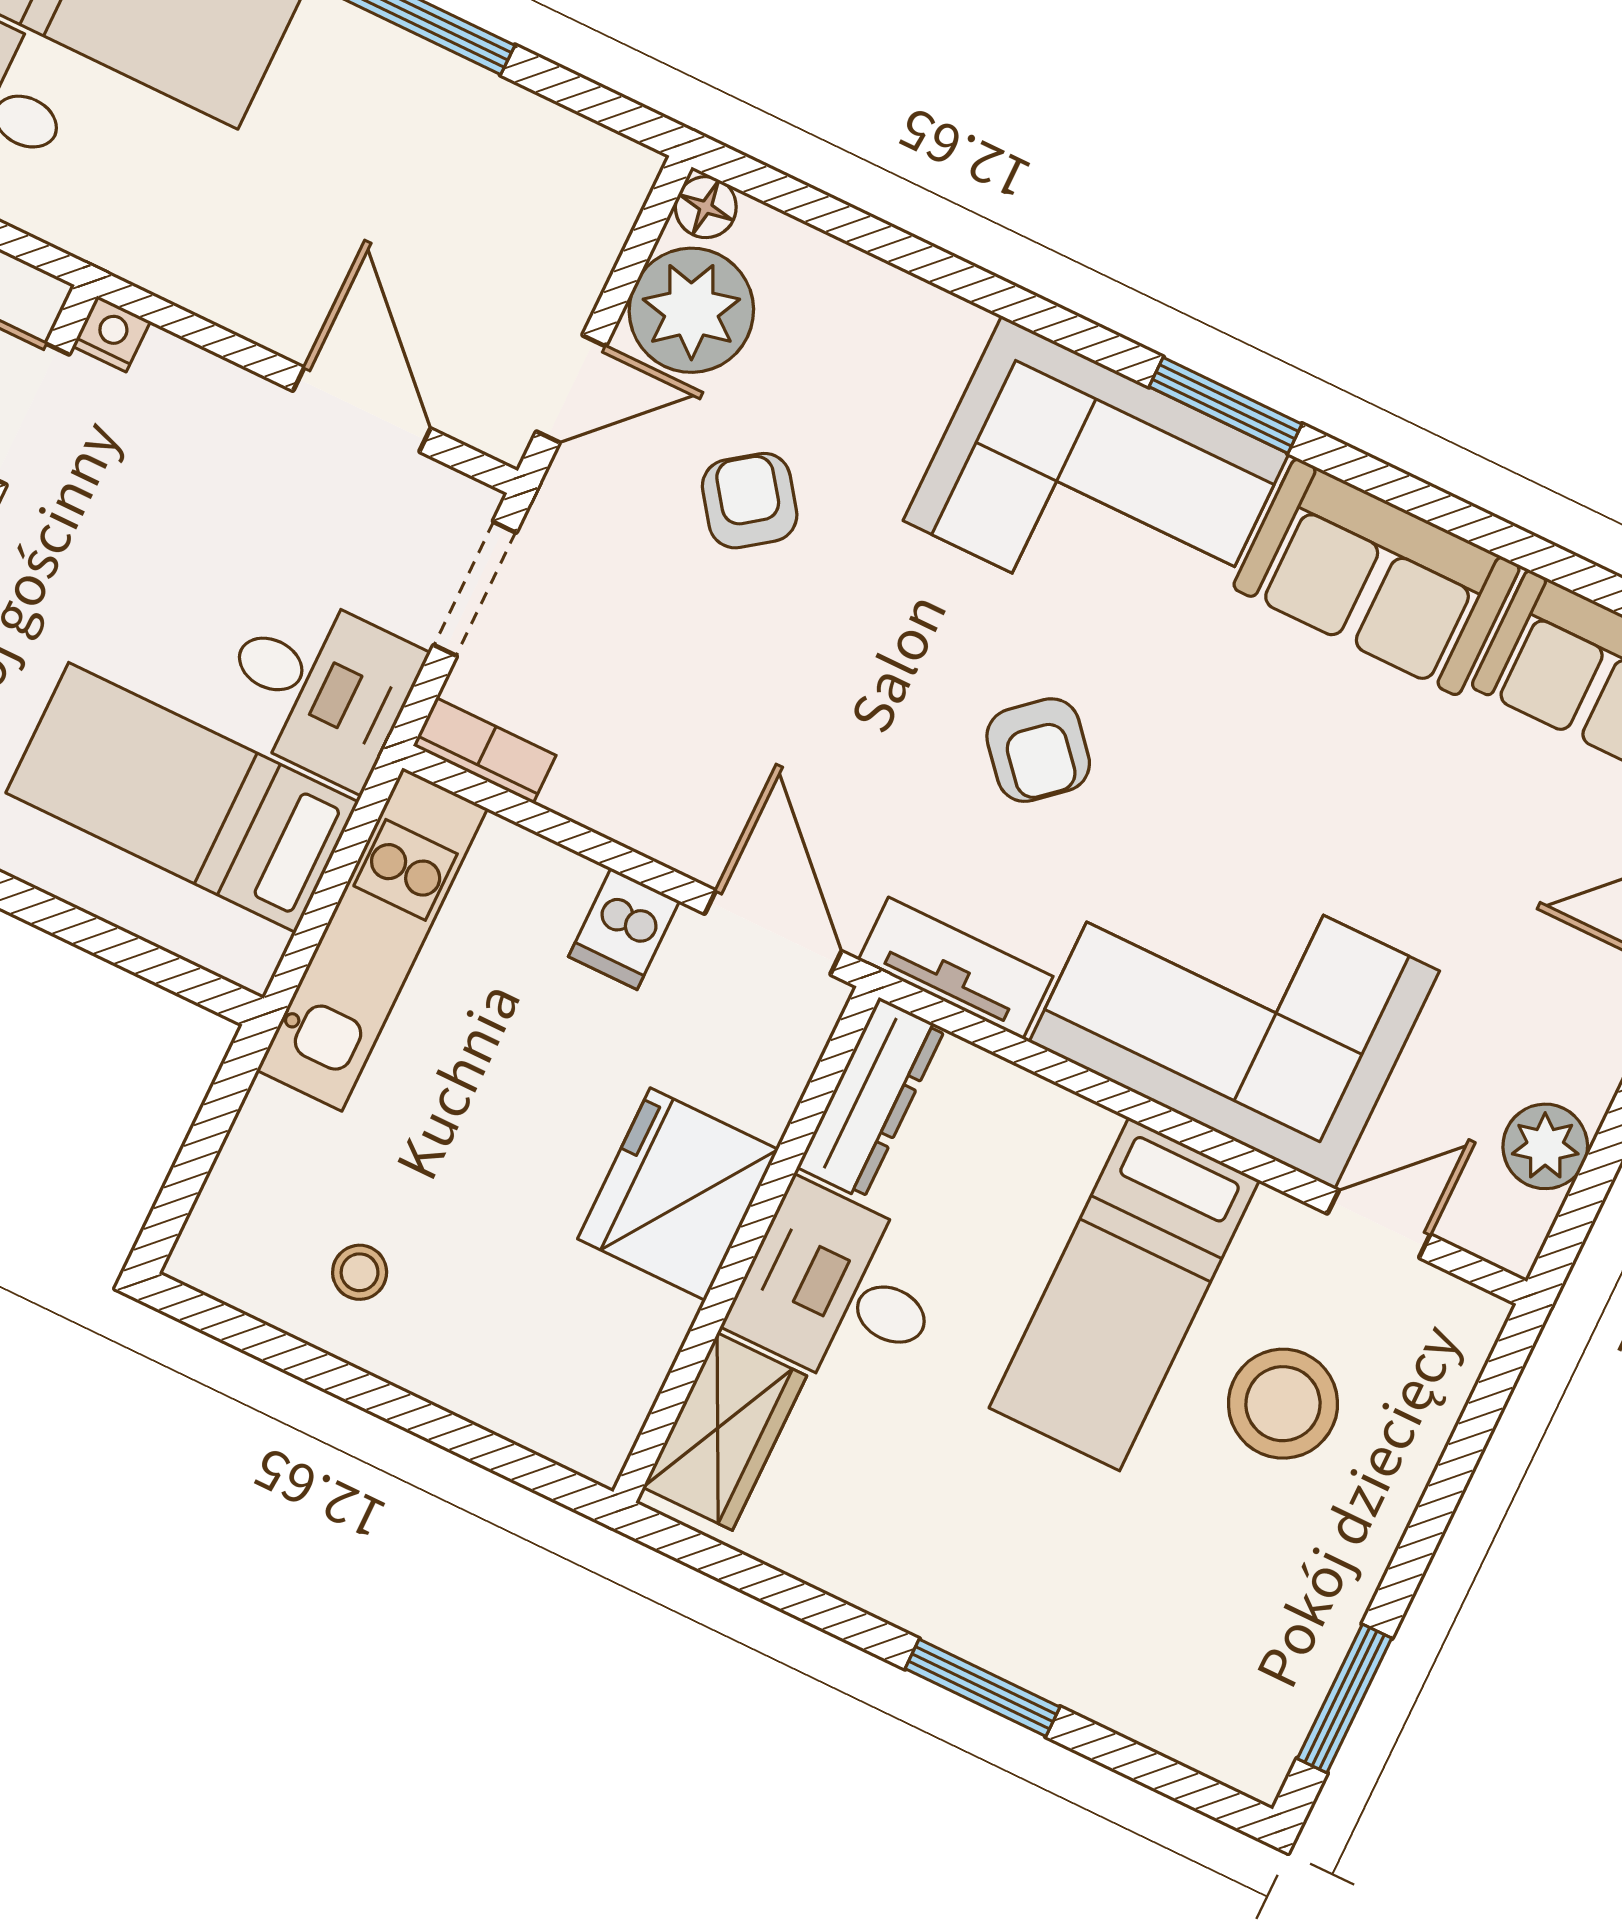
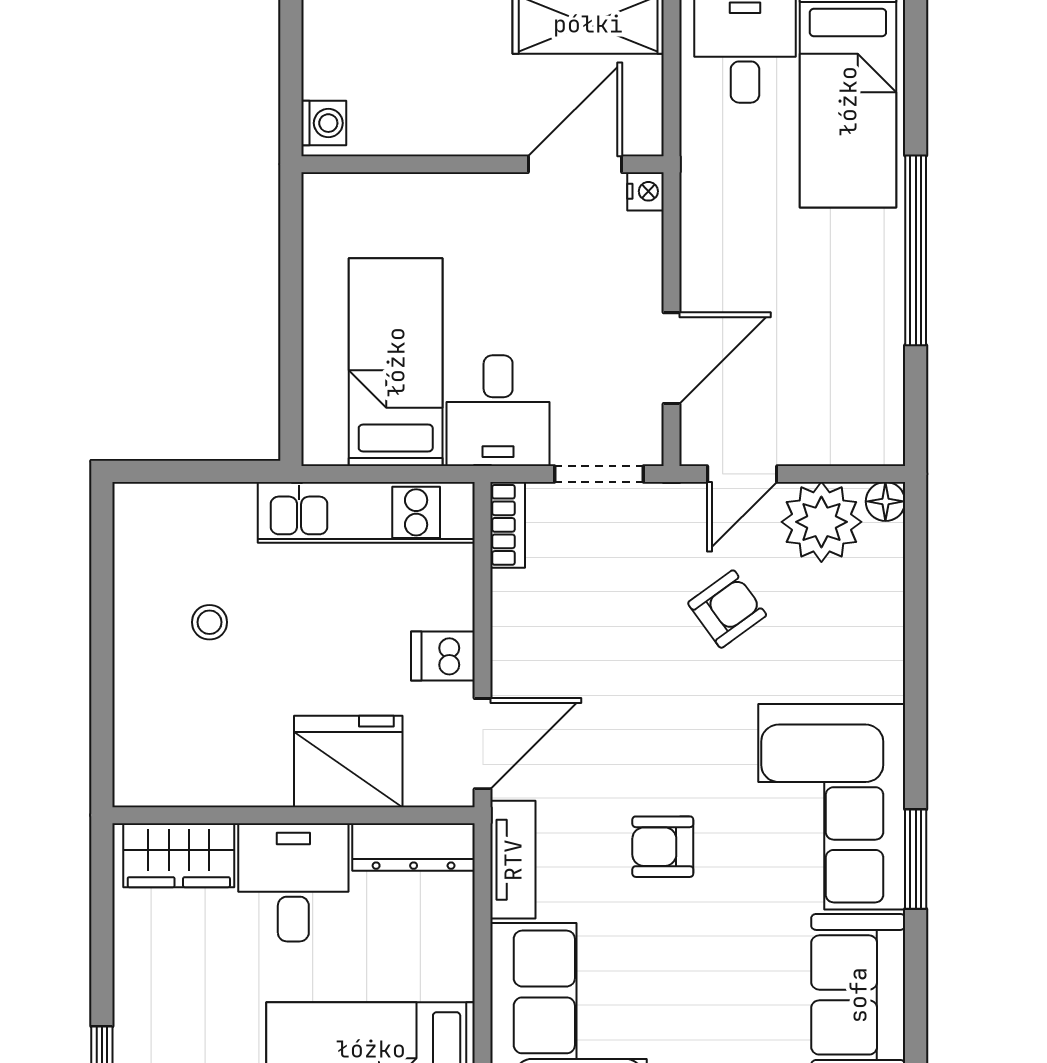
door: (571, 389) -> (742, 474), hinge flipped
armchair: (1038, 750) -> (663, 847), turned 41
fridge: (678, 1194) -> (348, 761), moved
stool: (360, 1272) -> (209, 622), moved

